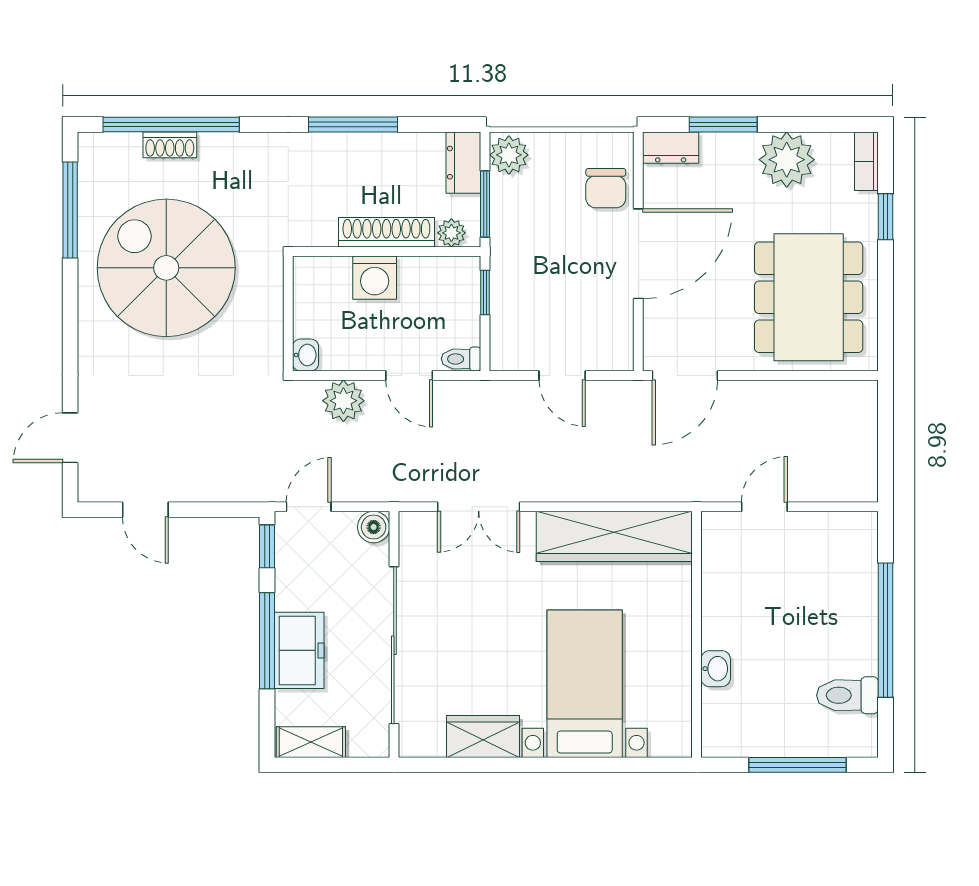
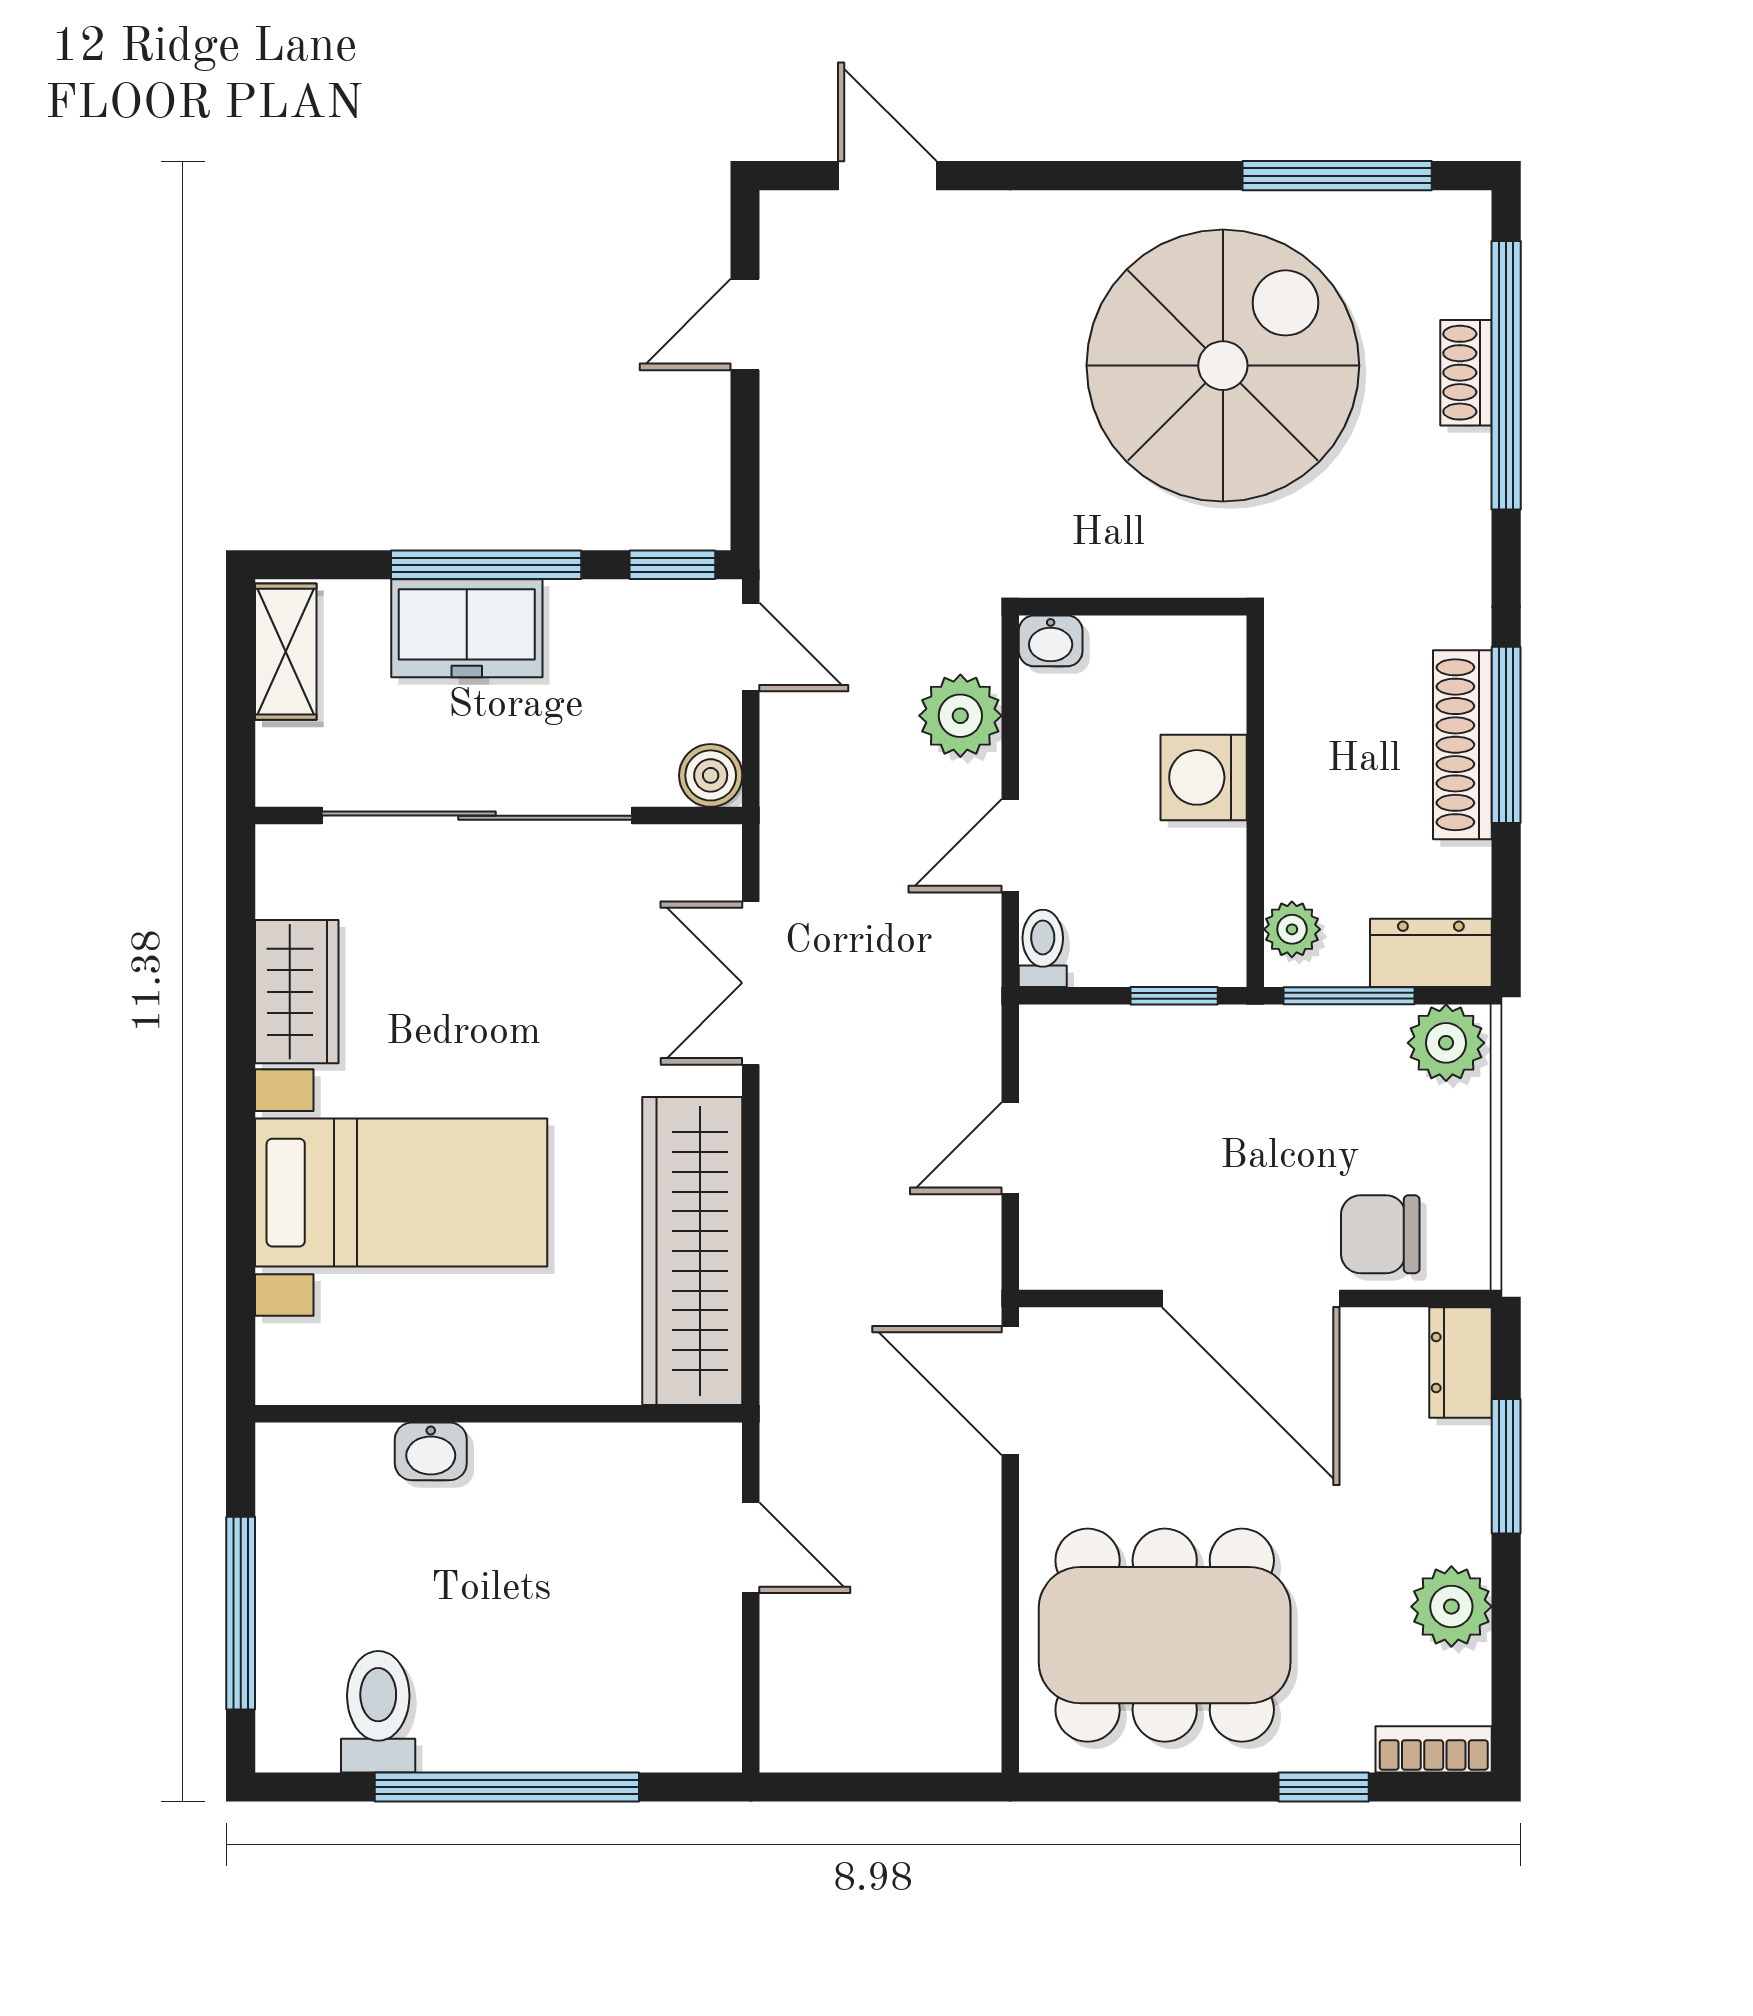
plant: (787, 160) -> (1451, 1607), width x0.73, depth x0.73
shoe rack: (386, 232) -> (1462, 745), moved, turned 180

